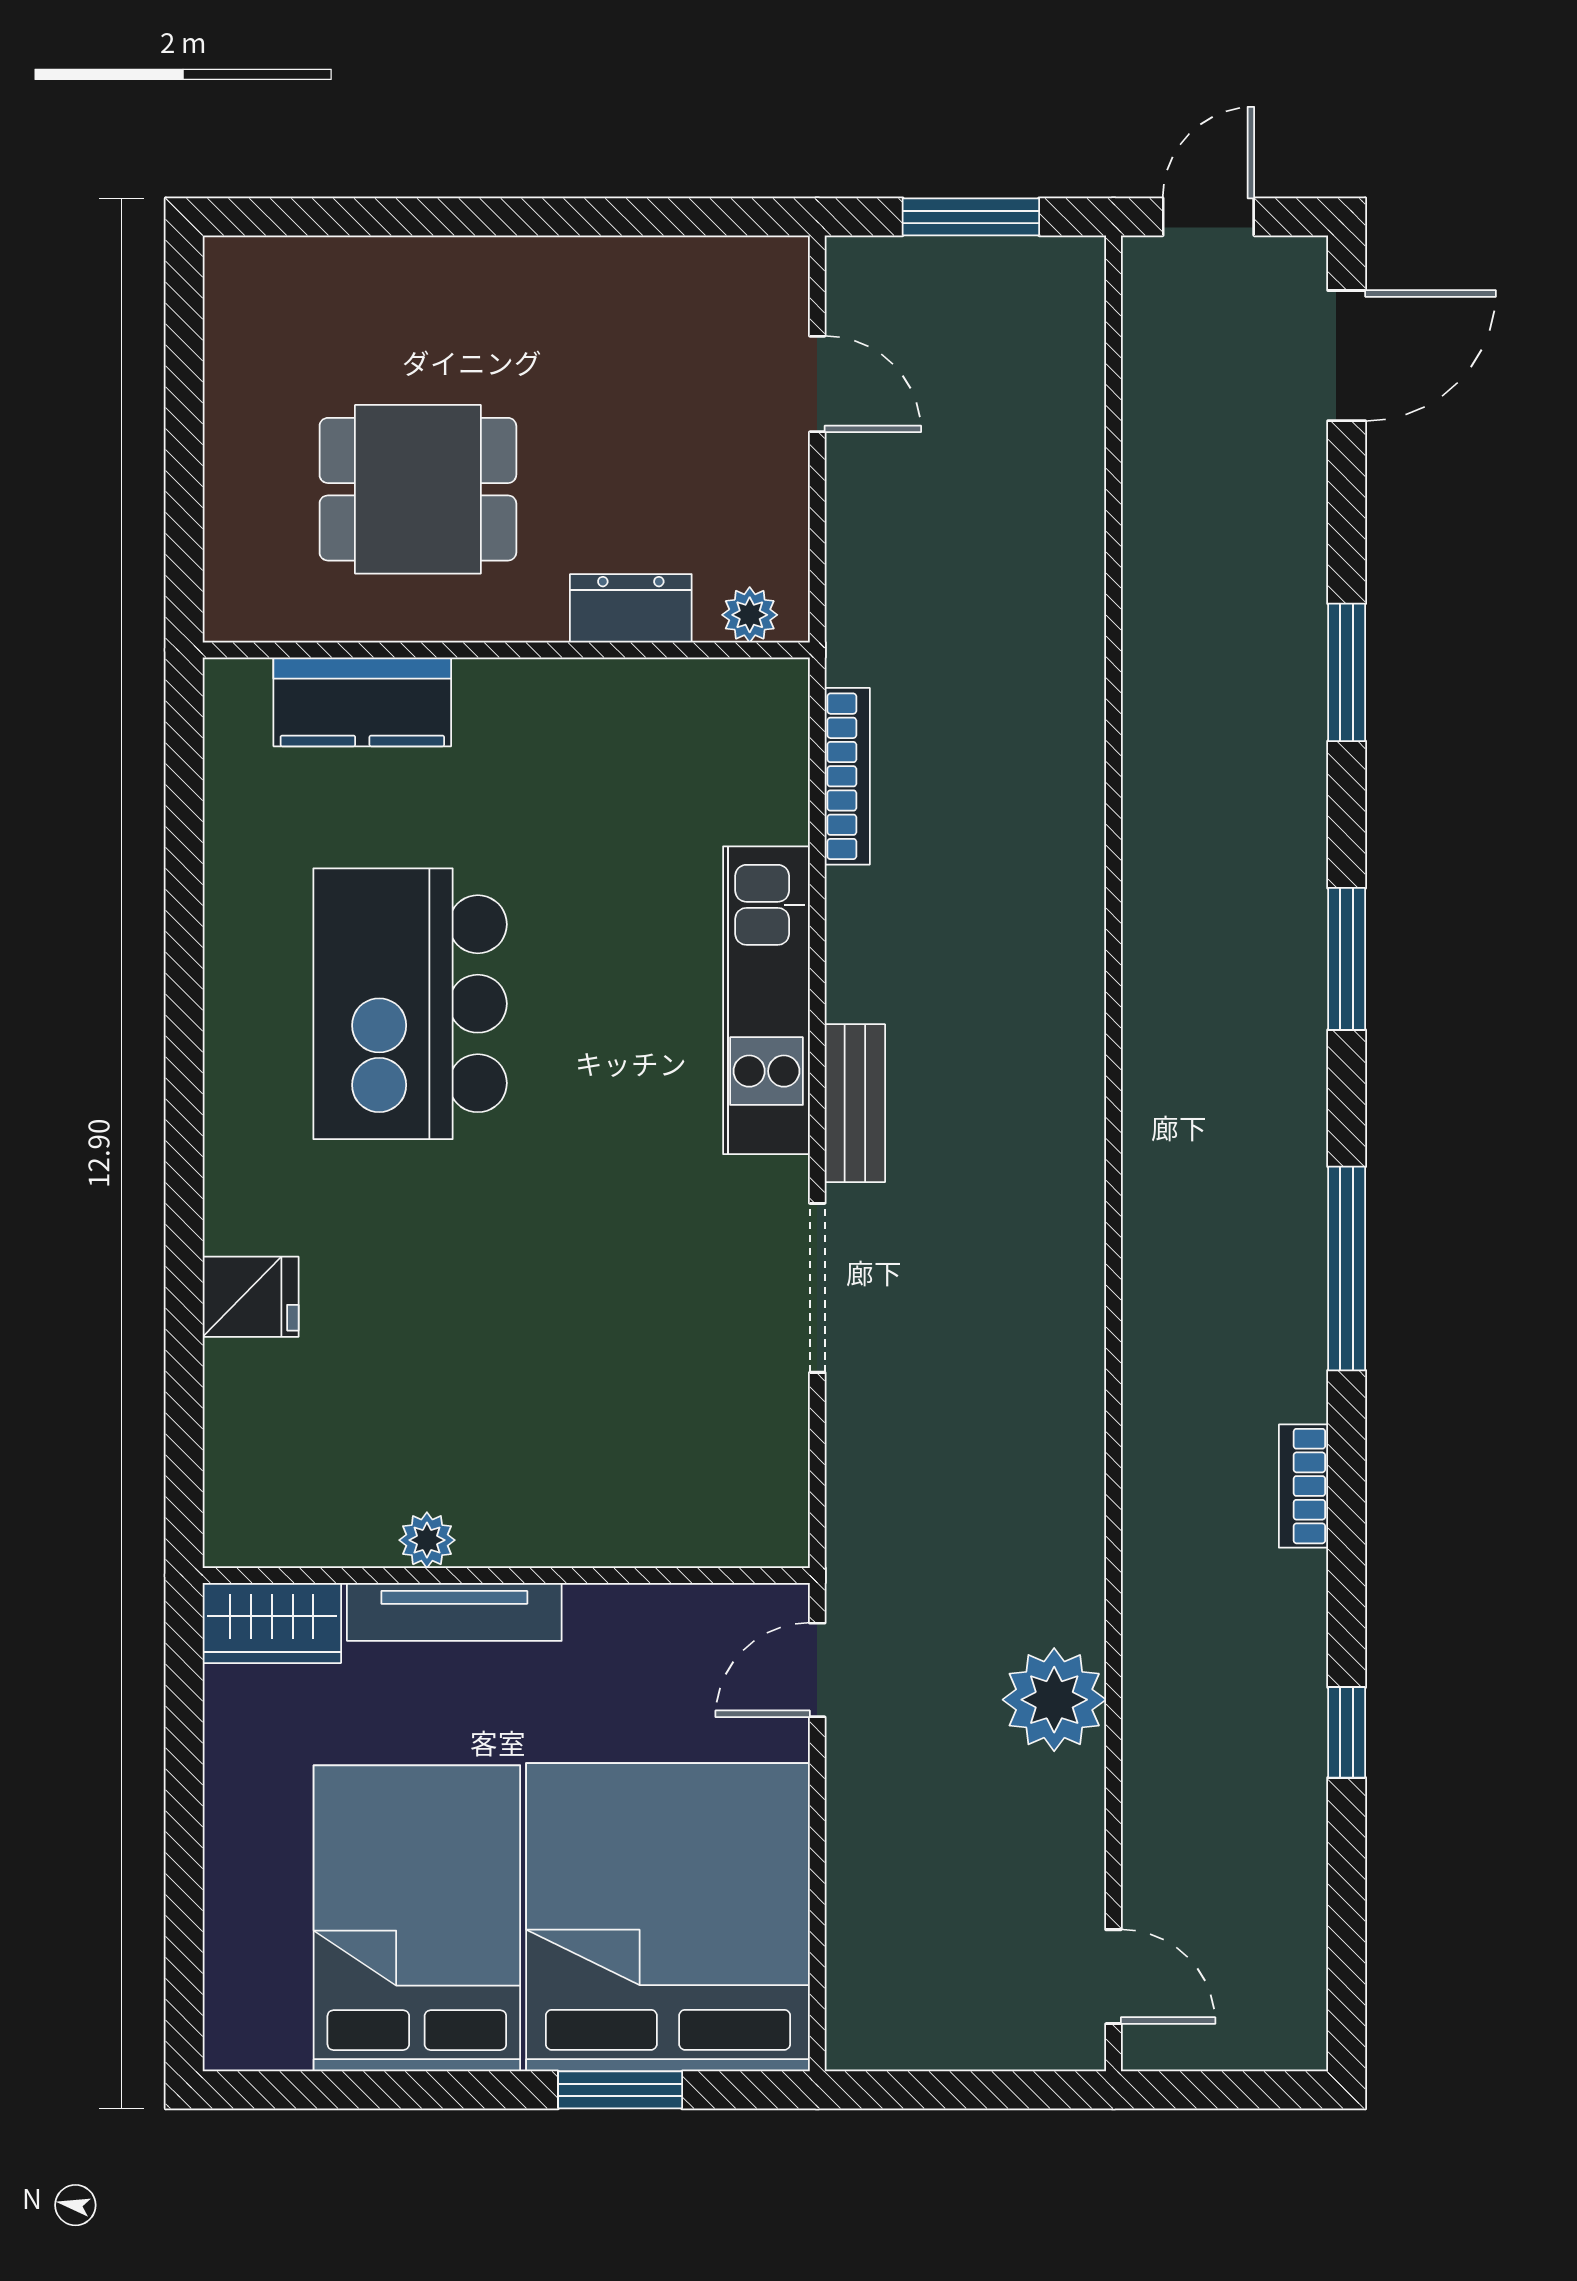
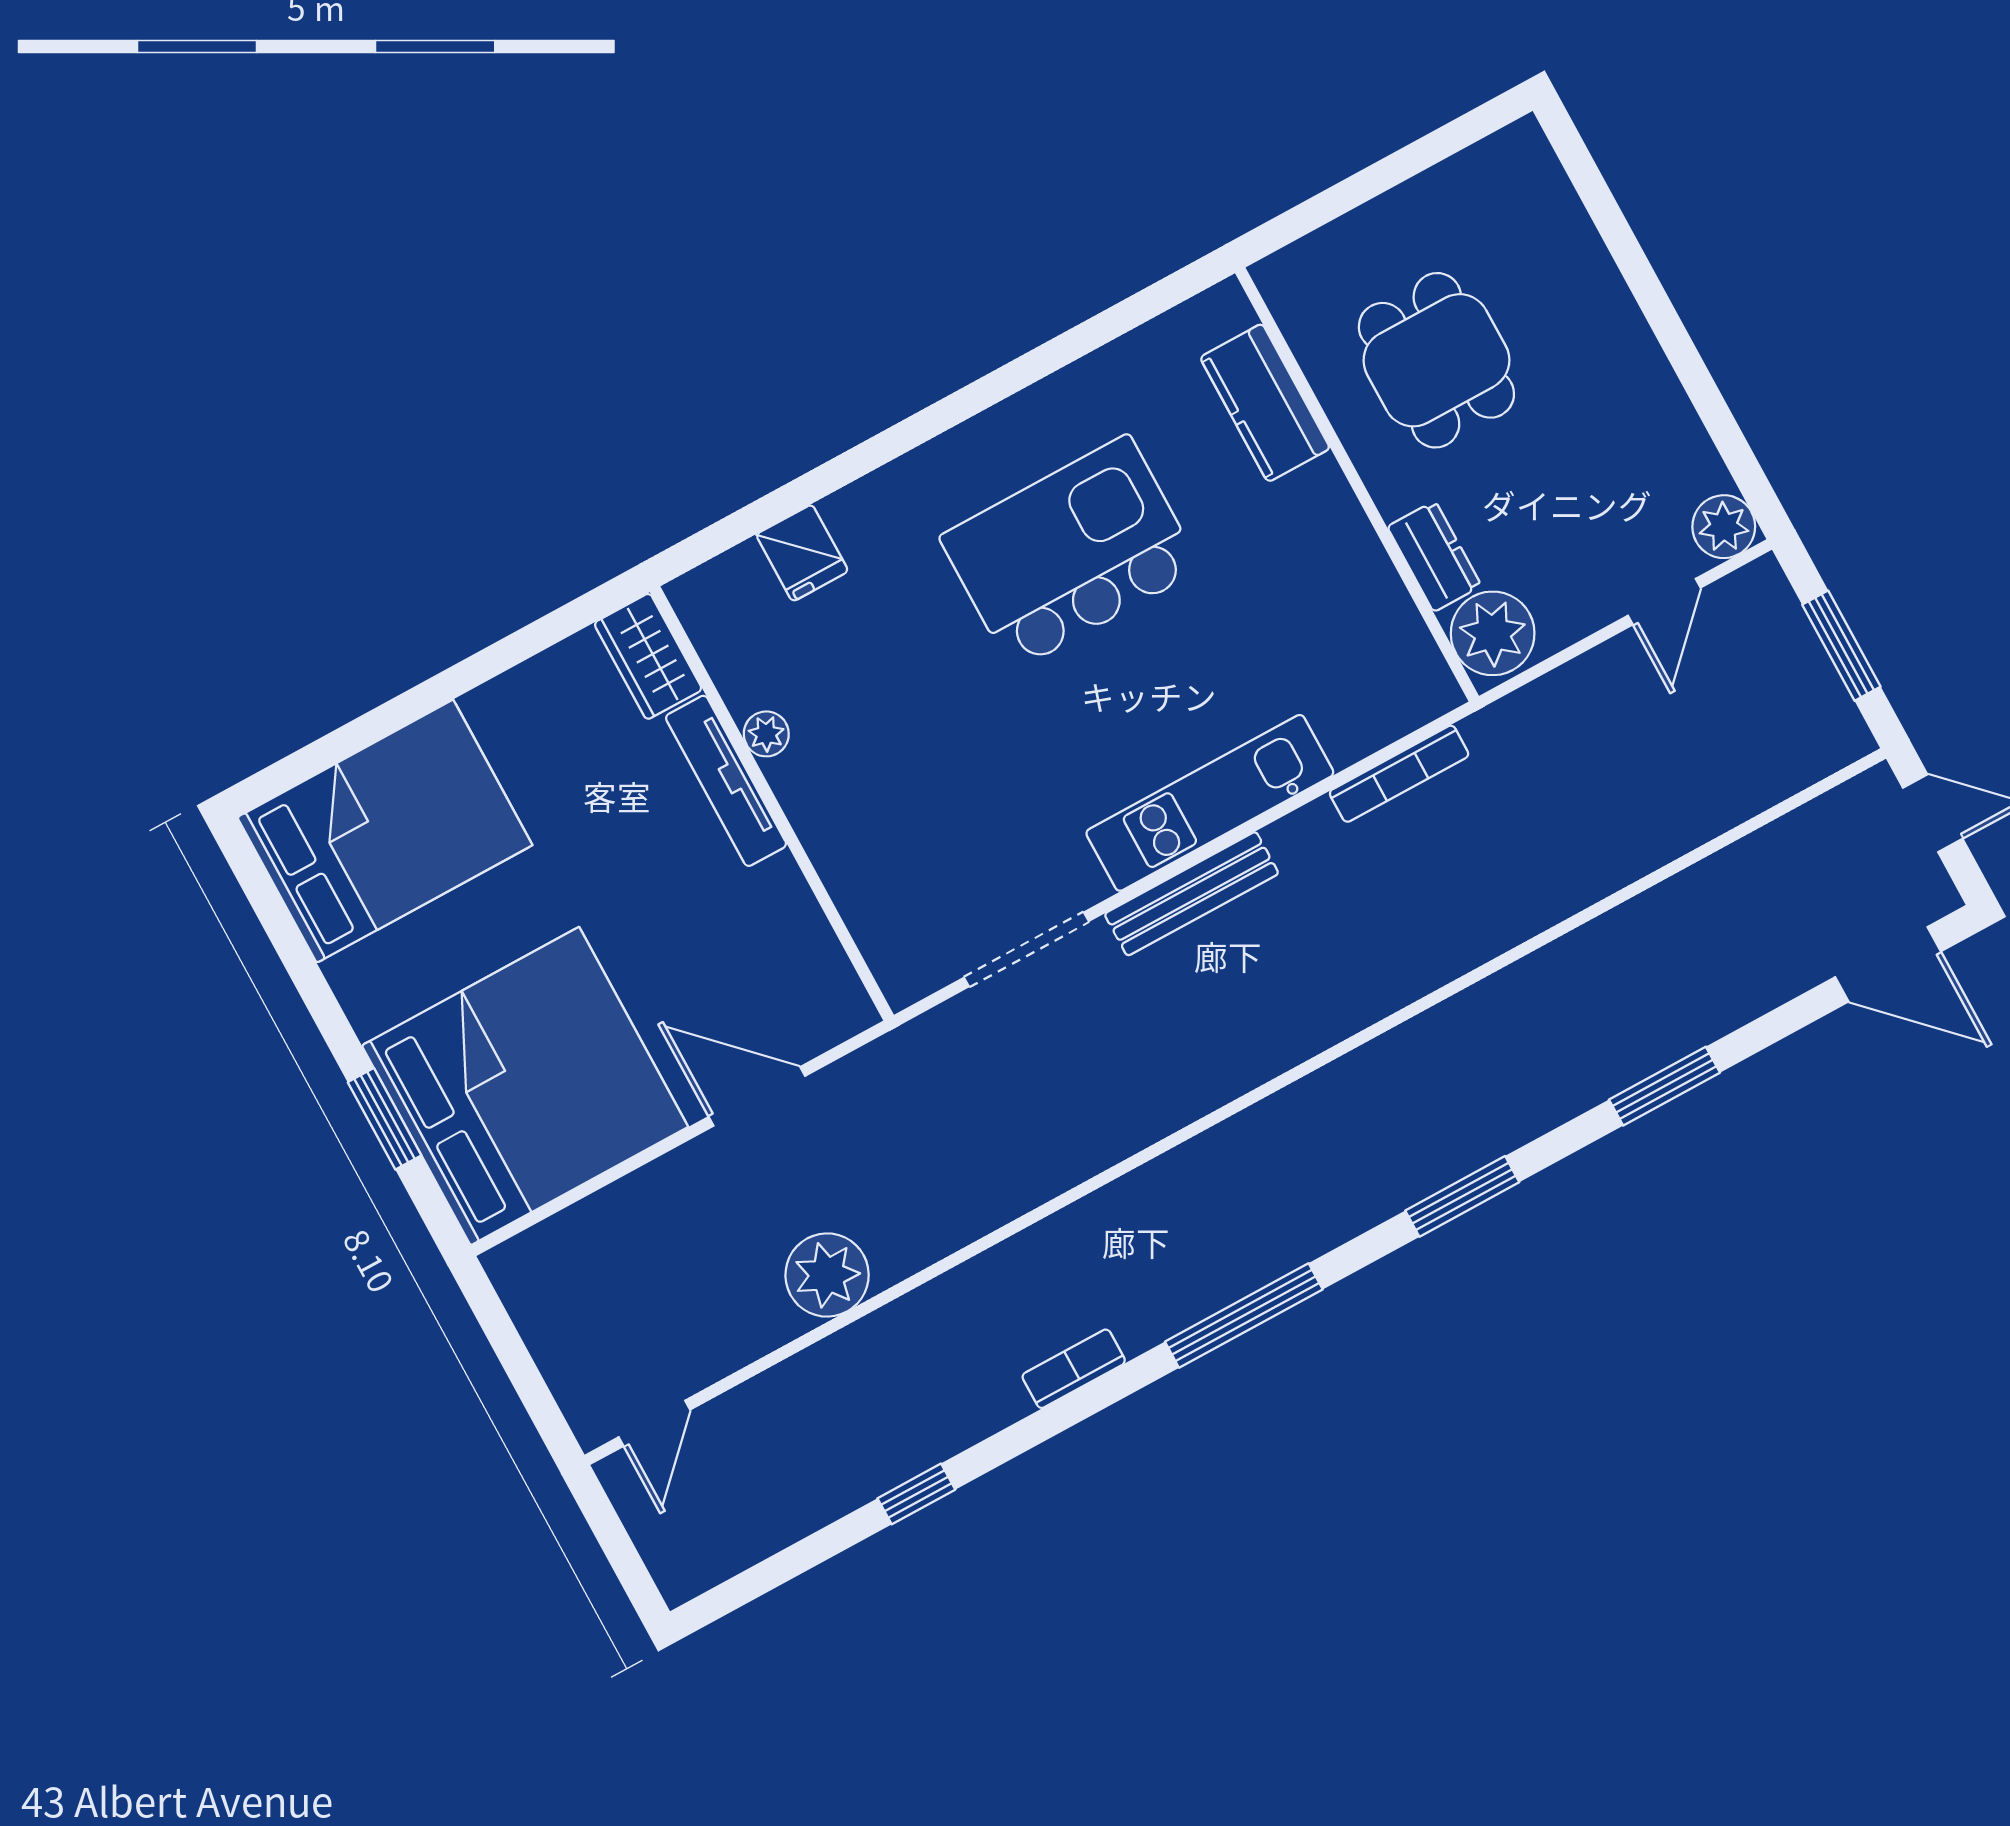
plant: (771, 274) -> (1724, 527), added
plant: (750, 615) -> (1493, 633), width x1.88, depth x1.88
bench: (855, 1103) -> (1192, 894), width x1.36
plant: (427, 1540) -> (766, 734), moved
wall: (506, 1575) -> (772, 804), moved
tv unit: (454, 1612) -> (726, 781), moved
wardrobe: (272, 1623) -> (648, 656), moved
door: (817, 1670) -> (757, 1096), width x1.38
bed: (417, 1918) -> (385, 831), moved

